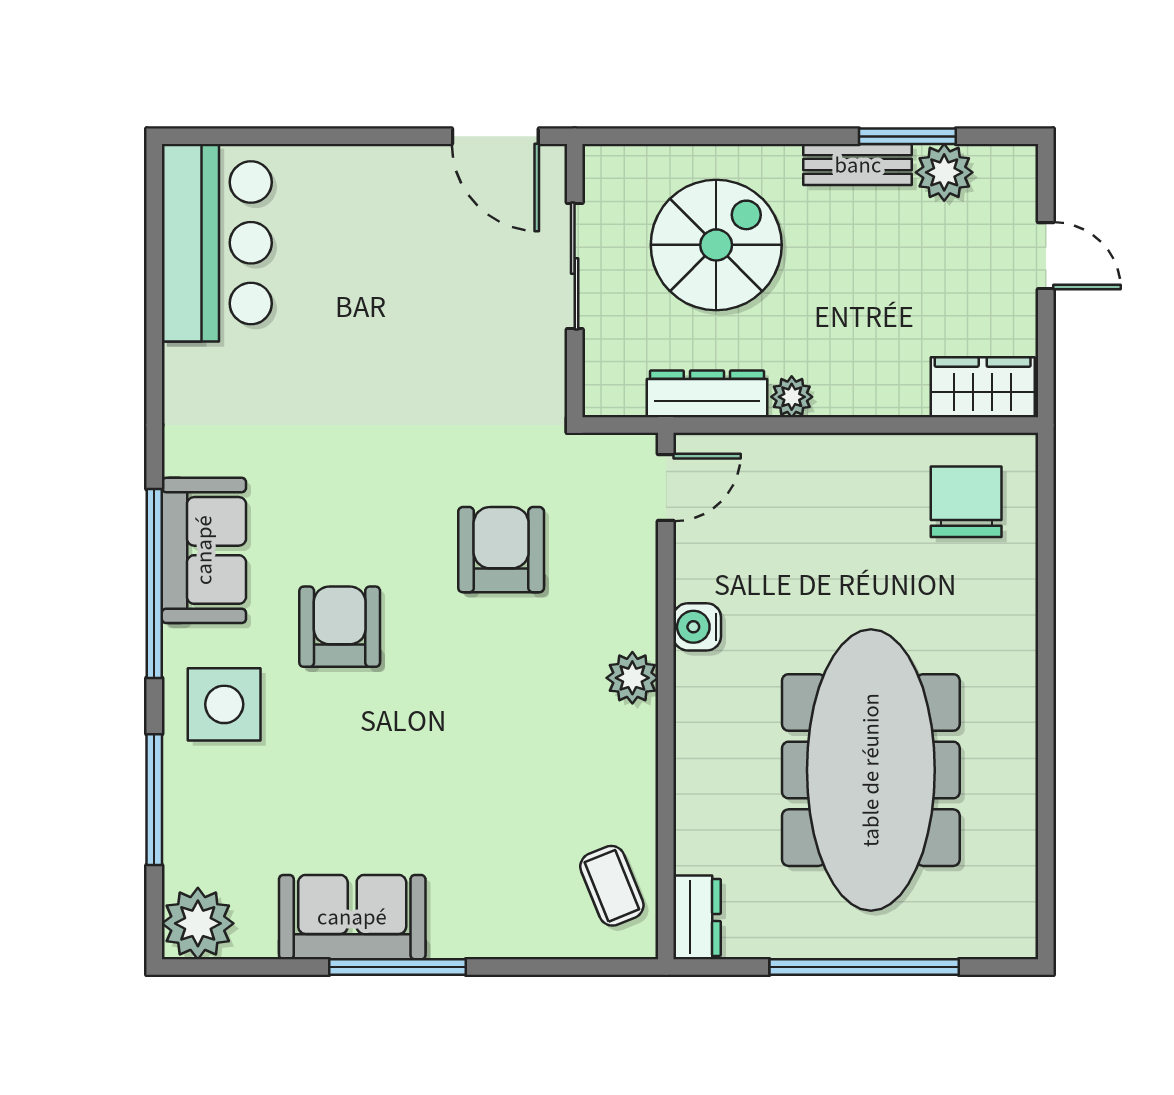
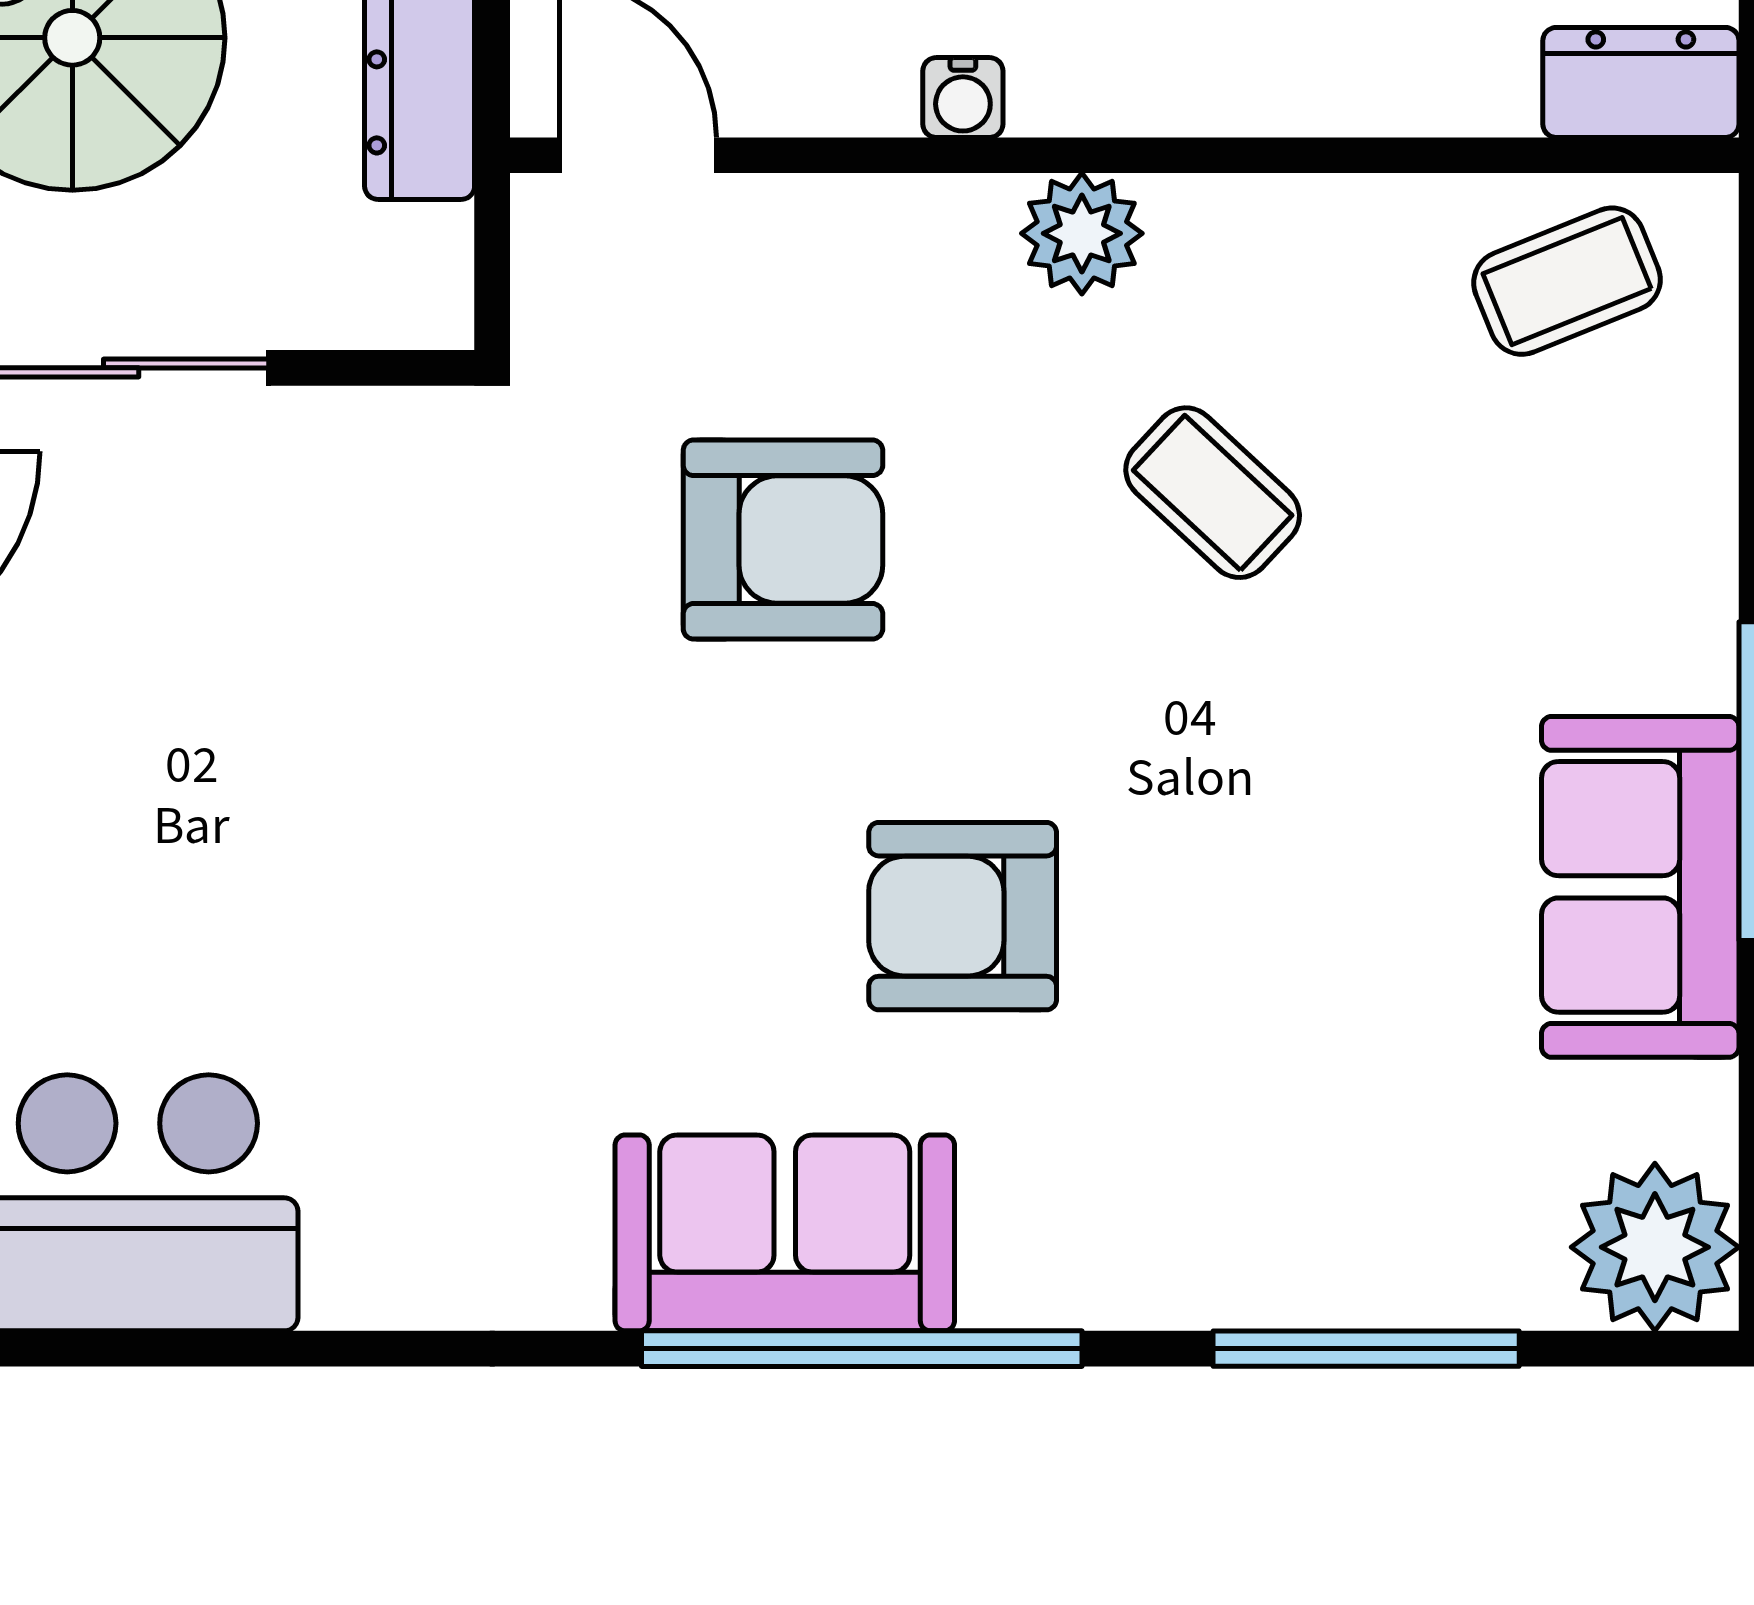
armchair: (501, 550) -> (783, 540), turned 180
water cooler: (697, 627) -> (963, 98), width x0.72, depth x0.72
side table: (224, 704) -> (1144, 1185), removed
coffee table: (521, 734) -> (1213, 493), added

